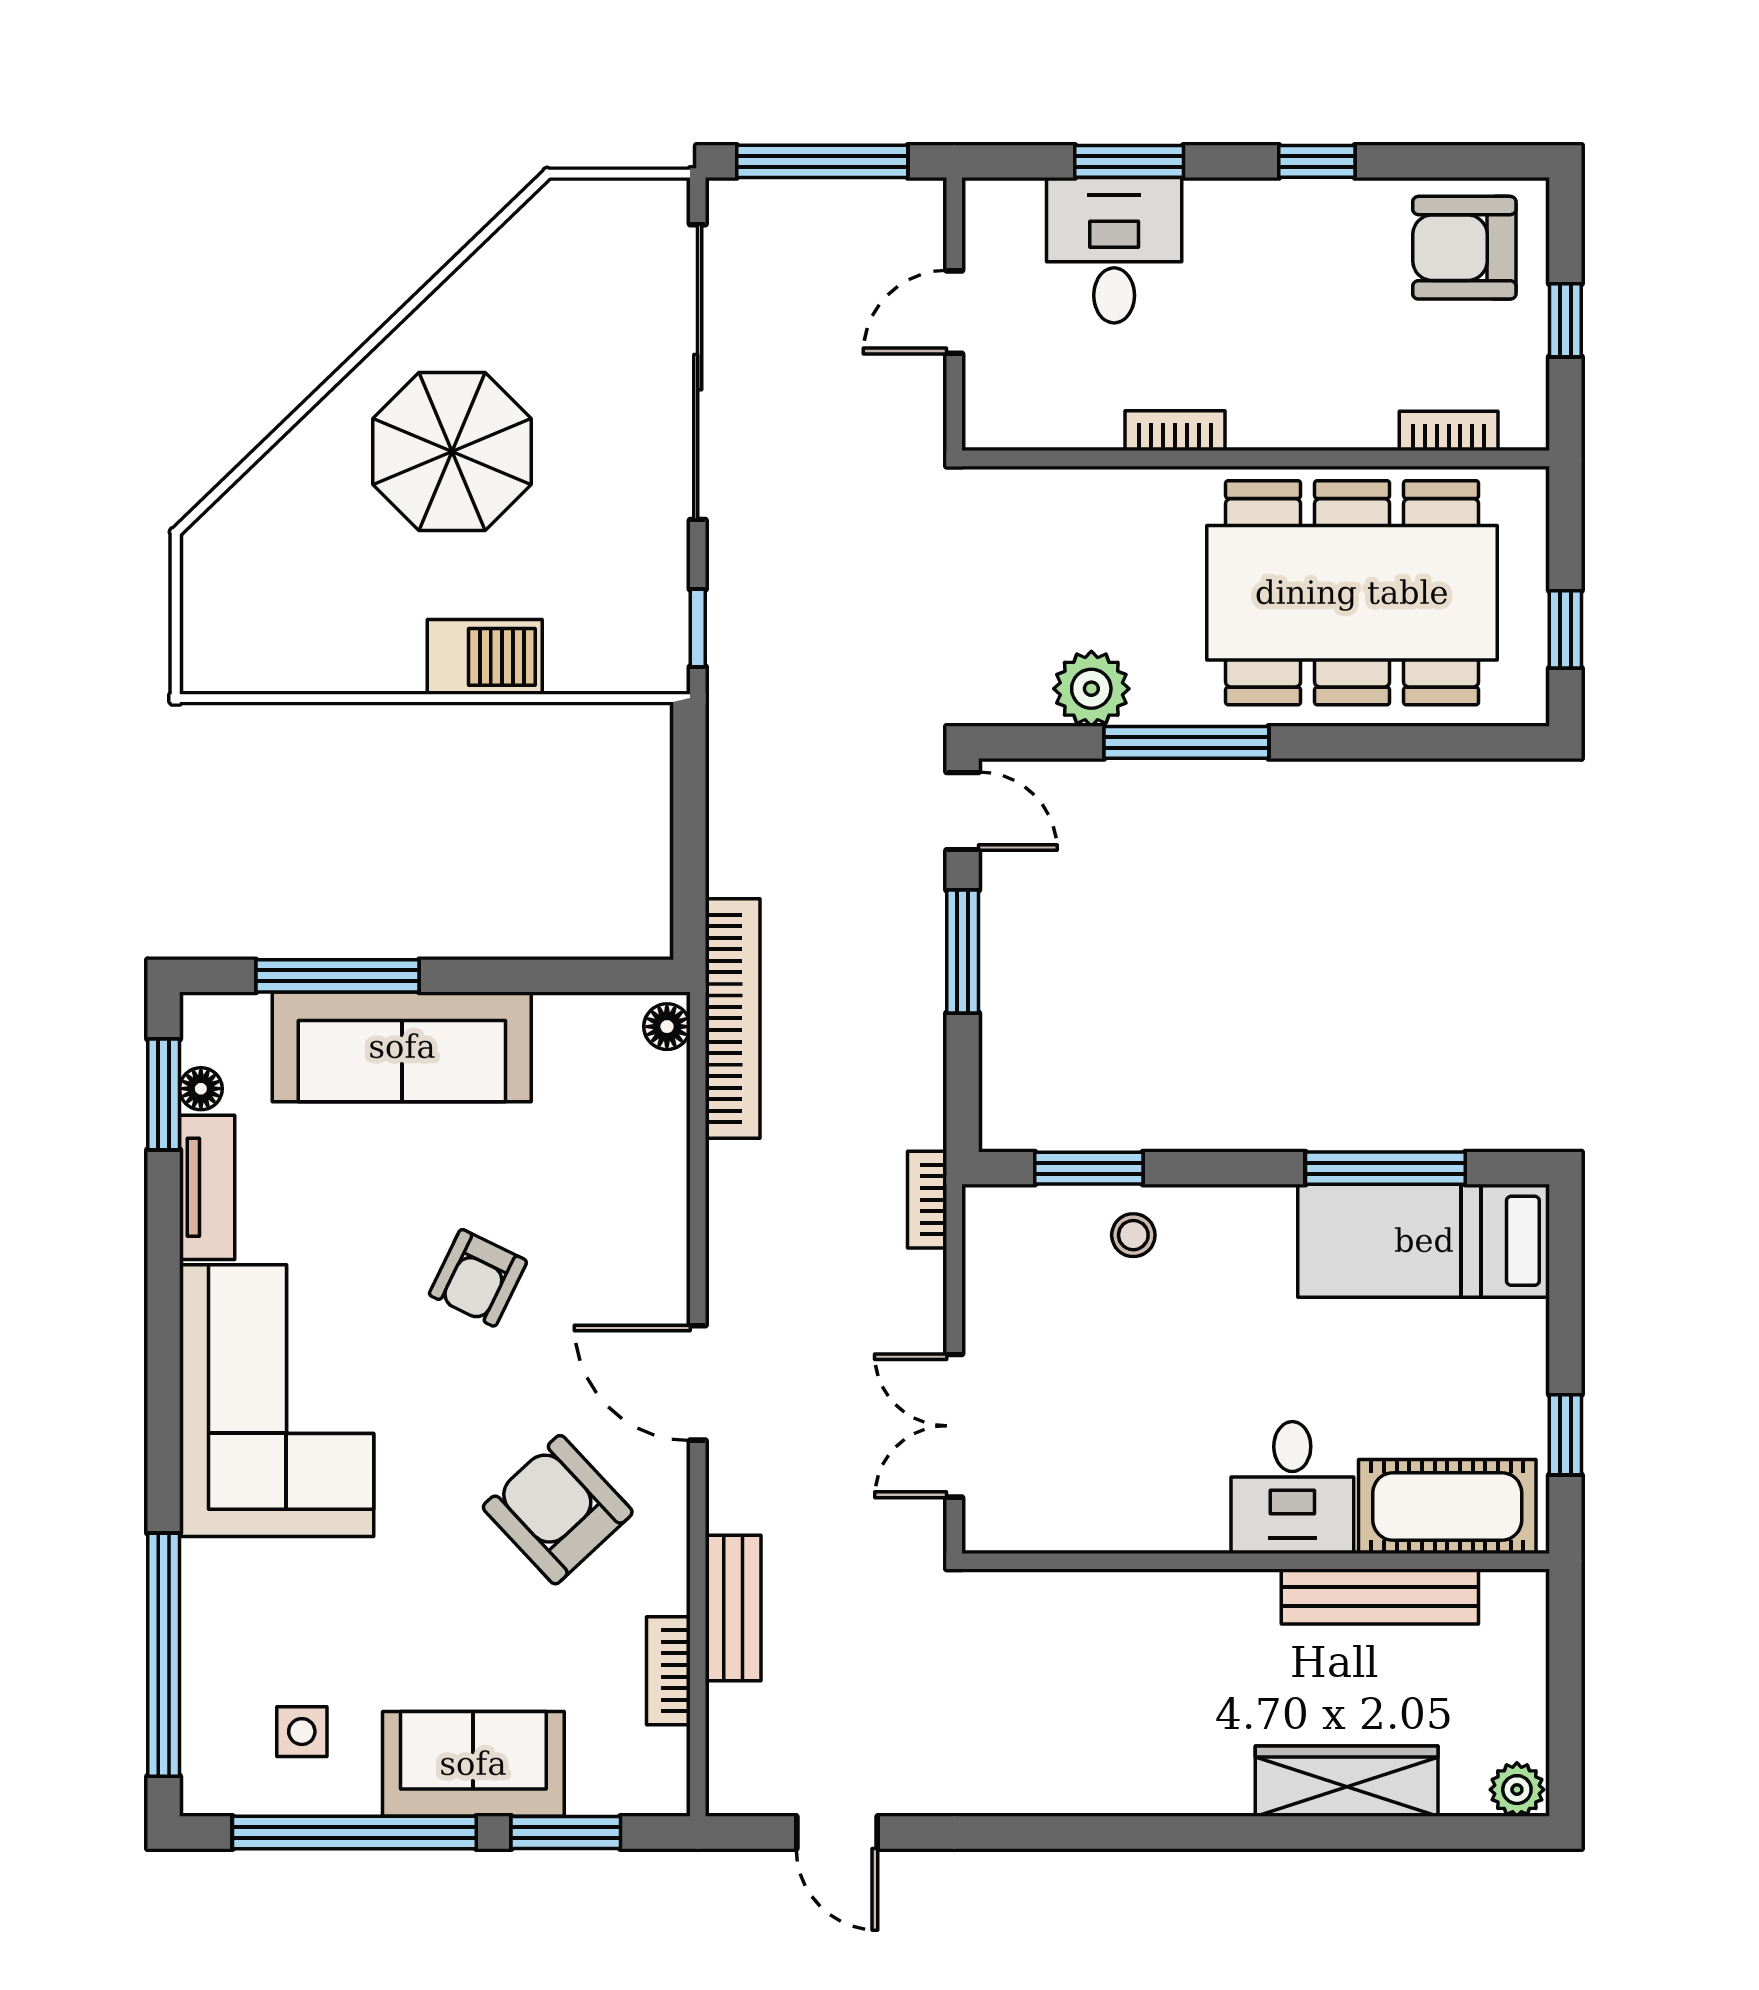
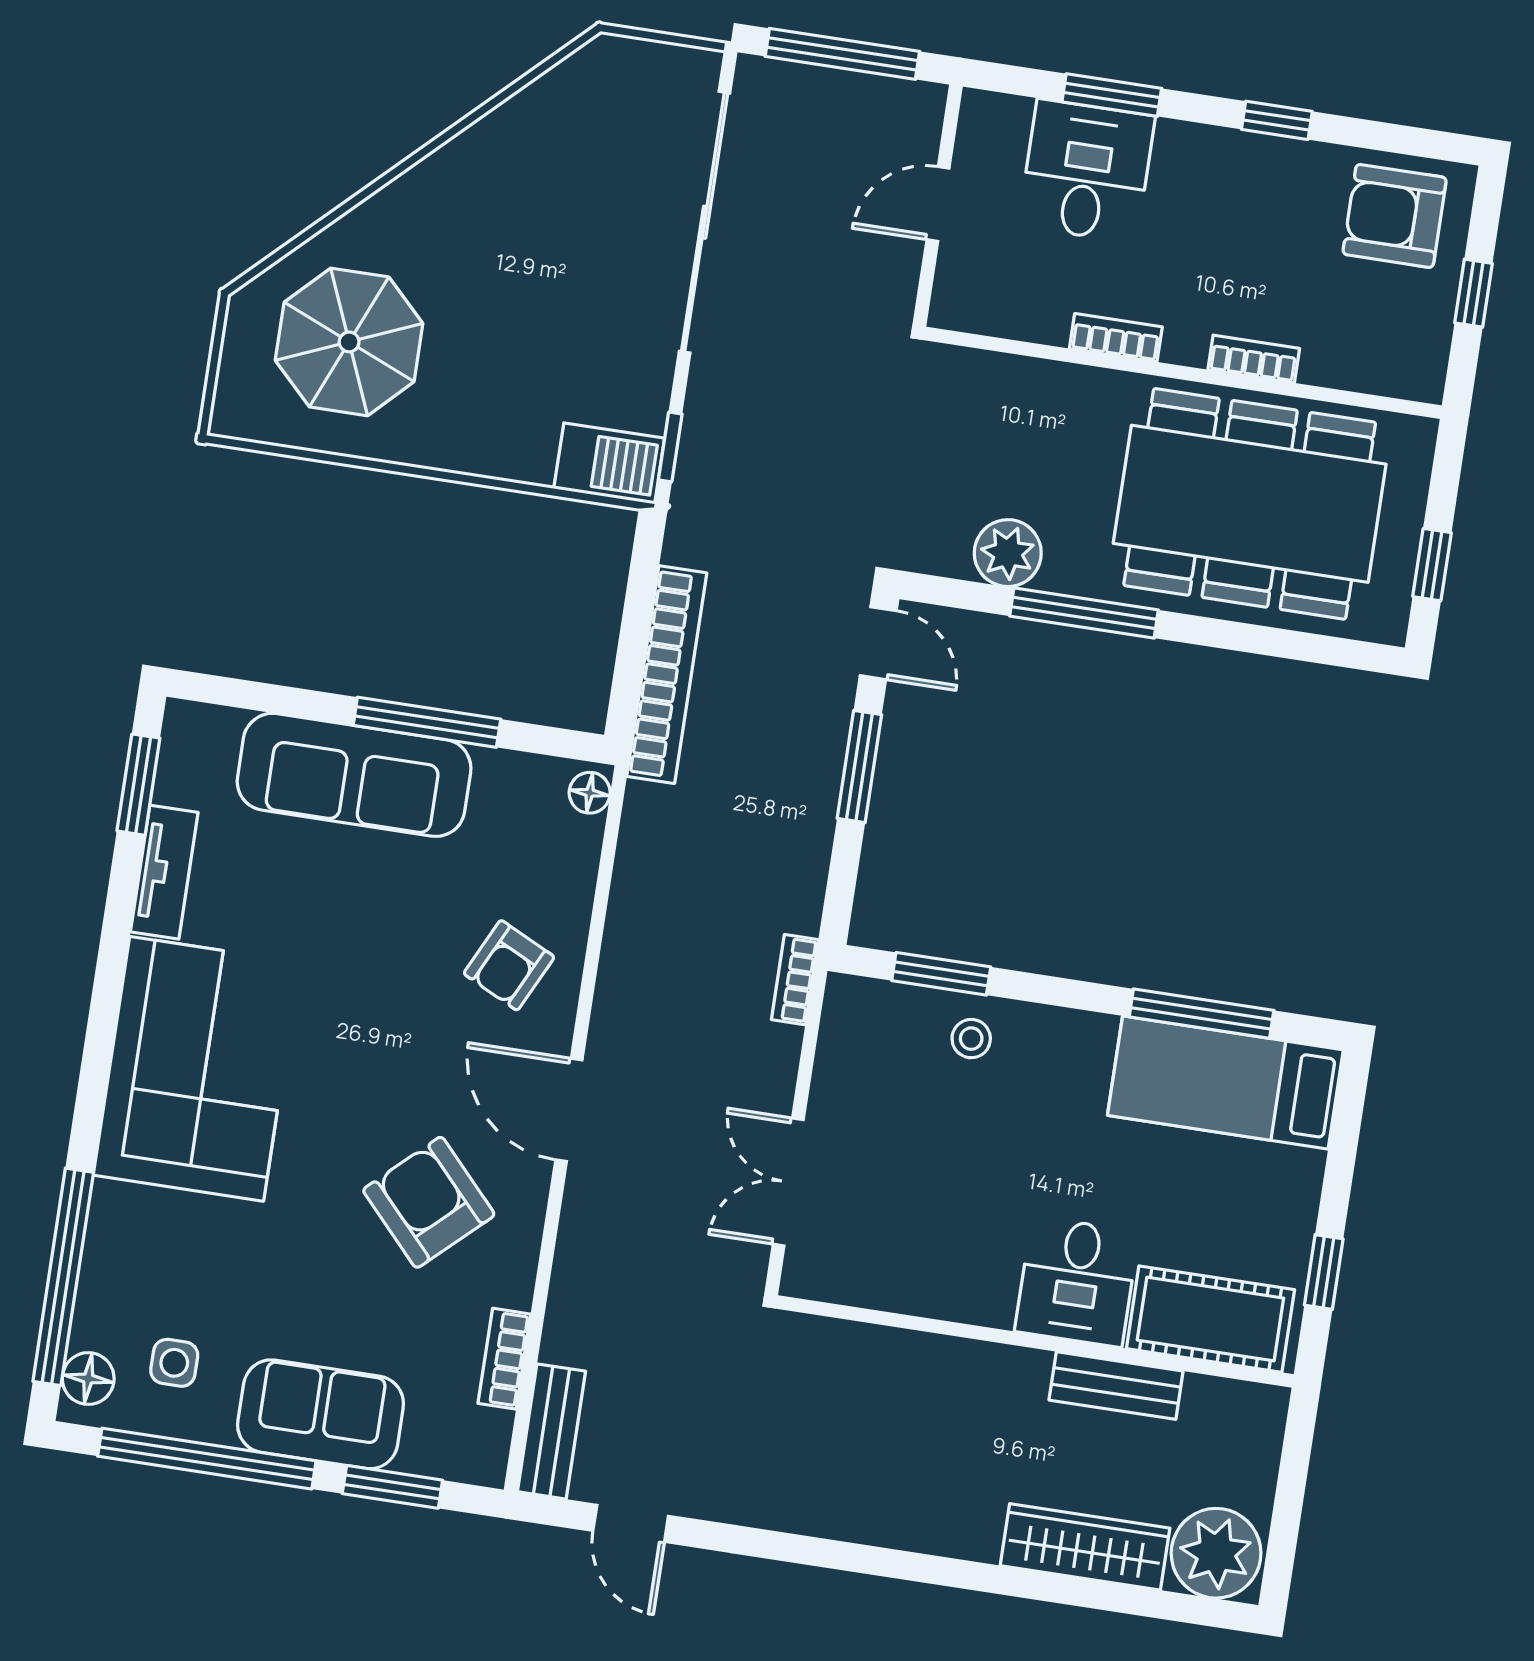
bookcase: (1449, 431) -> (1254, 359), moved
parasol: (452, 451) -> (349, 342), moved
barbecue: (485, 657) -> (609, 463), moved
window: (338, 976) -> (427, 722), moved
bookcase: (733, 1018) -> (667, 675), moved
floor lamp: (201, 1089) -> (88, 1379), moved, width x1.37, depth x1.37
armchair: (478, 1278) -> (509, 965), moved
bench: (1380, 1597) -> (1116, 1386), width x0.73
bench: (733, 1608) -> (551, 1431), moved
plant: (1517, 1790) -> (1216, 1553), width x1.88, depth x1.88

